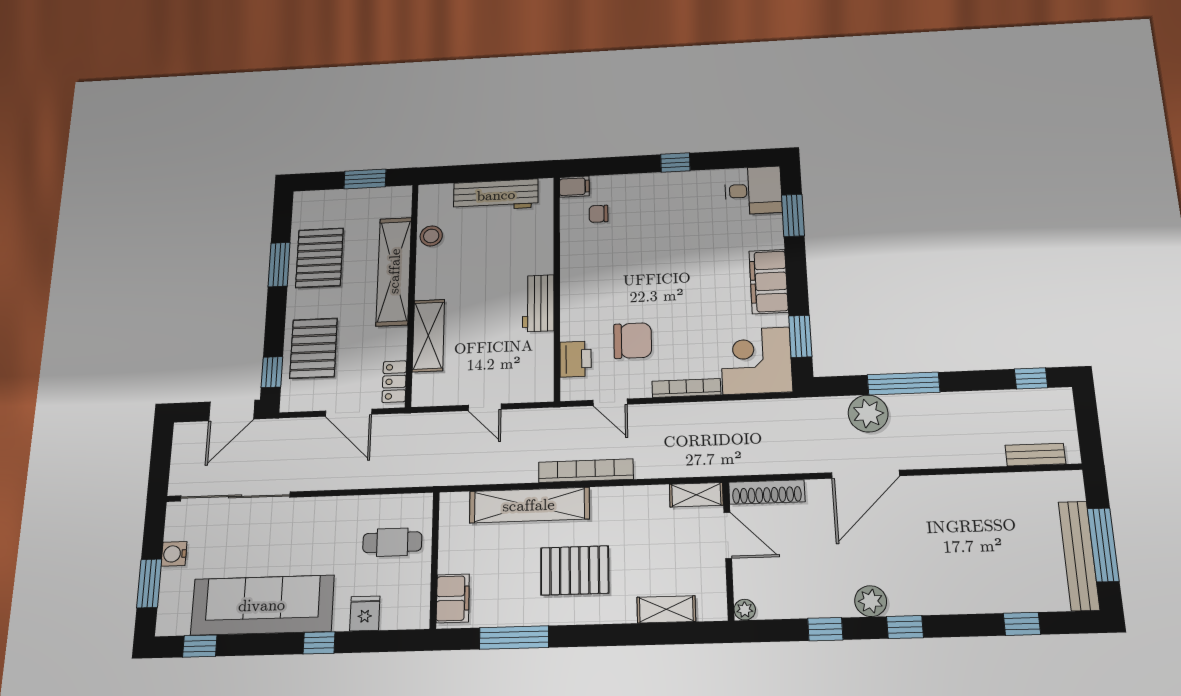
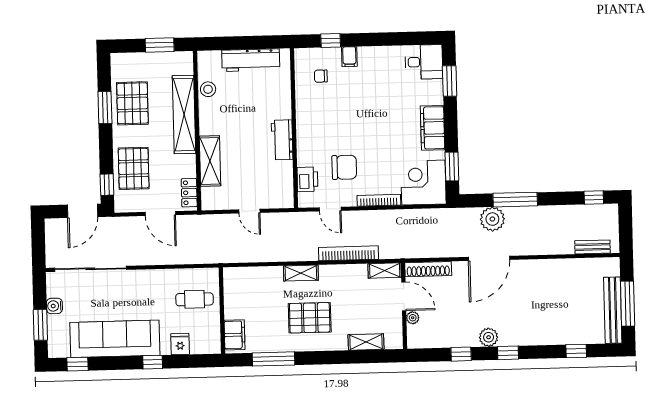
window: (675, 163) -> (331, 41), moved
filing cabinet: (574, 187) -> (349, 57), moved, turned 90
bookcase: (586, 471) -> (349, 253), moved
shelving: (529, 505) -> (301, 273), width x0.45, depth x0.75
plant: (745, 610) -> (413, 318), moved

